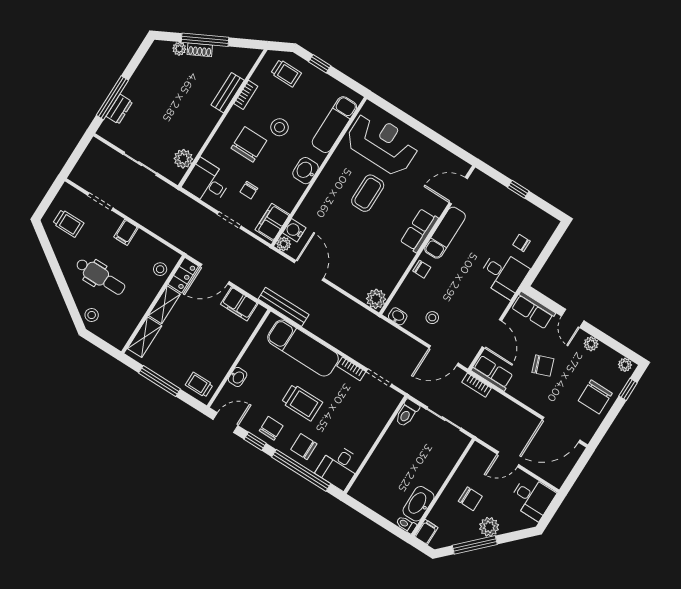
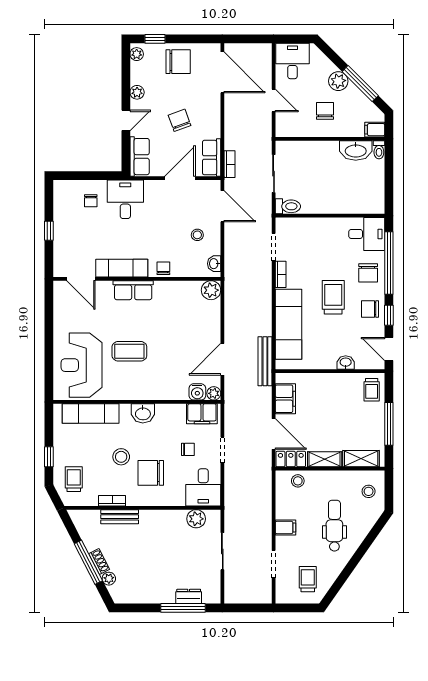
stool: (92, 315) -> (369, 491), moved

